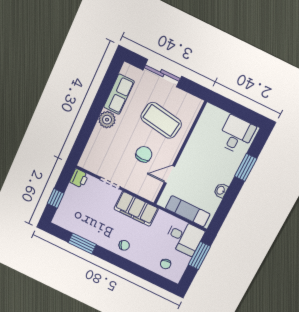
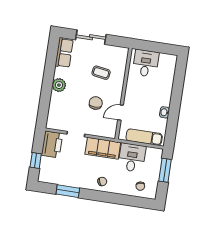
row of seats: (119, 94) -> (64, 53), moved
coffee table: (161, 120) -> (101, 73), width x0.54, depth x0.58
desk: (236, 135) -> (146, 63), moved
window: (246, 167) -> (178, 88), removed
printer: (79, 178) -> (52, 144), width x1.87, depth x1.48
desk: (184, 237) -> (132, 158), moved, turned -90

